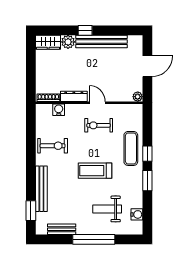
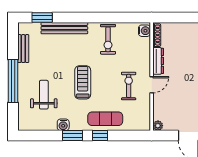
water cooler: (59, 110) -> (144, 31), moved
water cooler: (137, 214) -> (63, 125), moved

